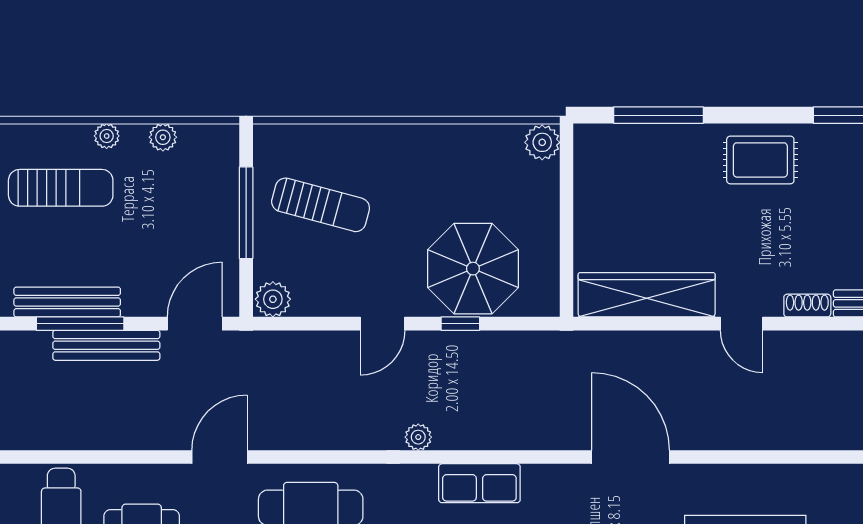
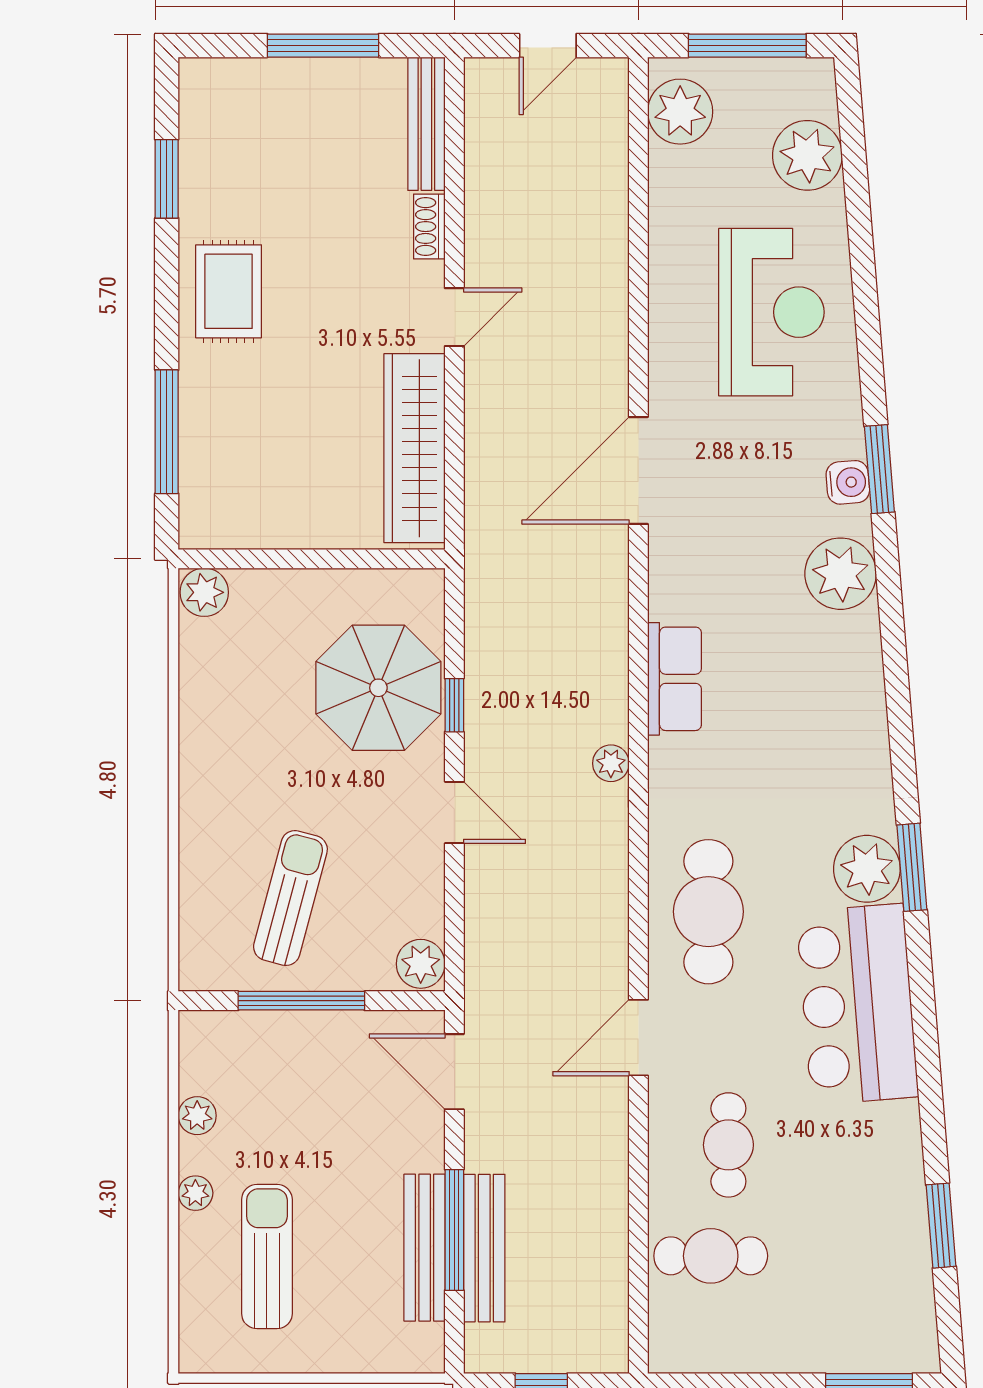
bench: (106, 345) -> (484, 1248), moved
door: (219, 457) -> (638, 1038), hinge flipped

